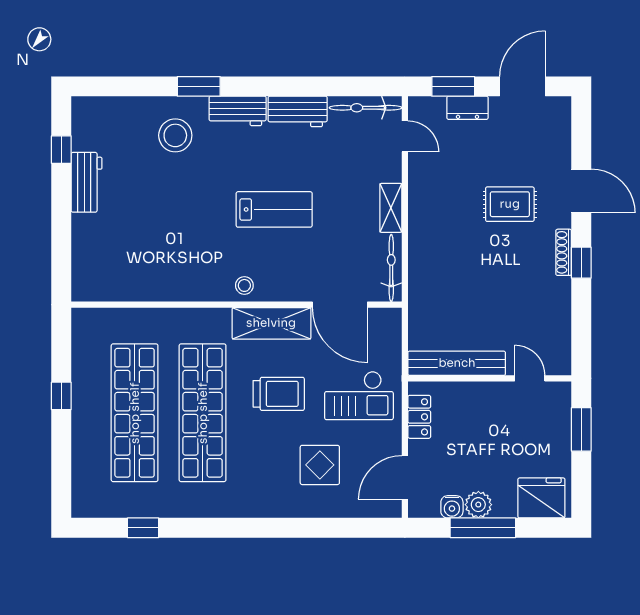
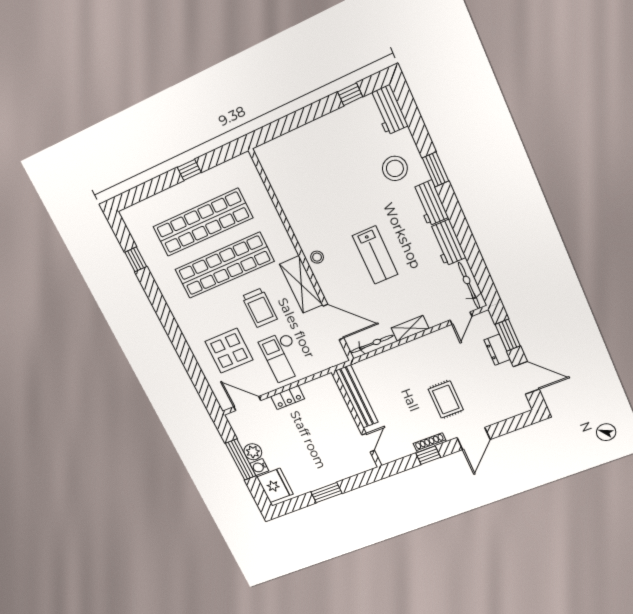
workbench: (87, 182) -> (388, 110), moved, turned 90
door: (340, 305) -> (333, 322), swing flipped
bench: (457, 363) -> (357, 397), moved
wall: (490, 378) -> (357, 419), moved
door: (530, 378) -> (368, 443), moved
display table: (320, 465) -> (229, 351), width x1.36, depth x1.36
water cooler: (452, 507) -> (259, 467), moved

